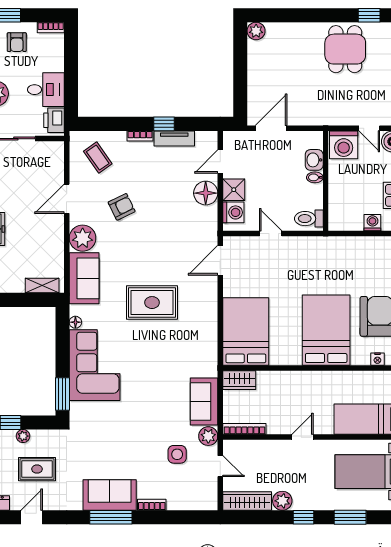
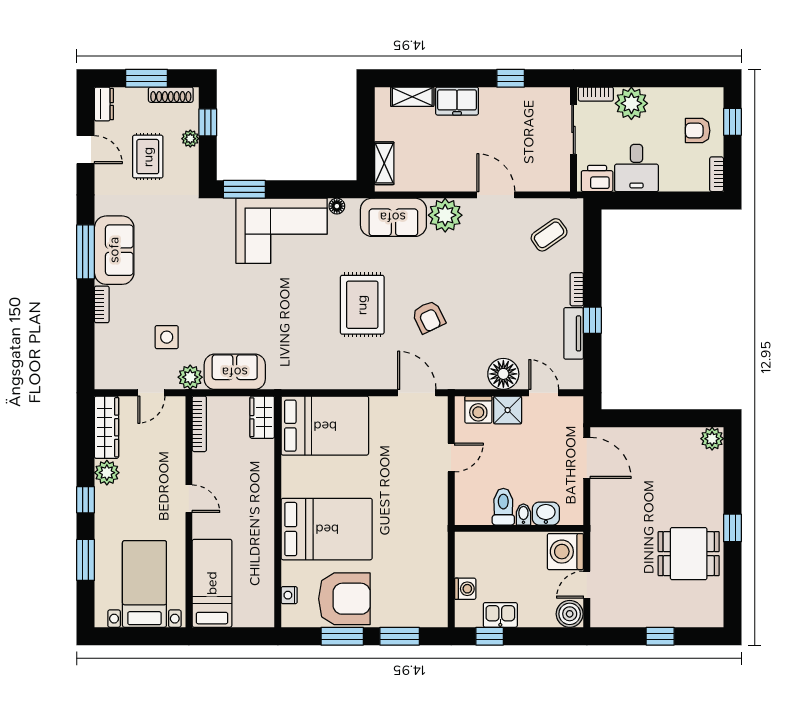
window: (369, 15) -> (732, 528), moved
armchair: (122, 207) -> (429, 317), moved
toilet: (309, 219) -> (503, 507), moved

